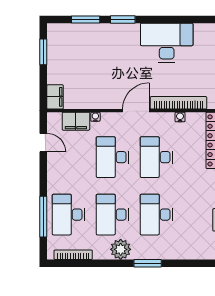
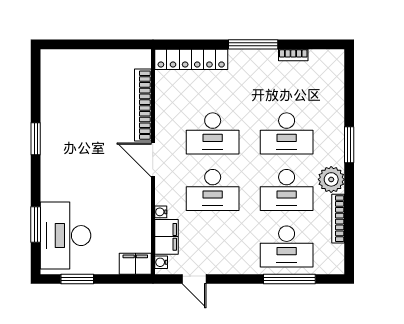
window: (123, 19) -> (36, 139), moved
desk: (167, 43) -> (65, 236), moved
water cooler: (180, 117) -> (161, 262), moved
door: (43, 143) -> (194, 279), swing flipped
bookcase: (73, 255) -> (338, 219), moved

